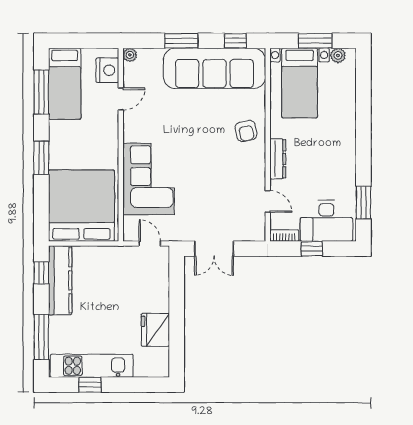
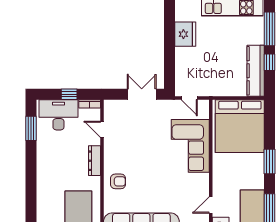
armchair: (246, 131) -> (118, 181), turned 102
window: (41, 273) -> (270, 62), moved

